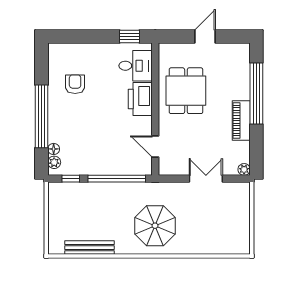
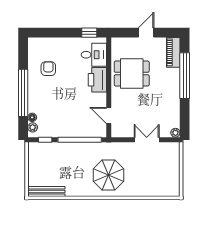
dining table: (186, 91) -> (132, 74), turned 90
piano: (241, 121) -> (173, 52), moved
bench: (90, 248) -> (46, 192), moved

